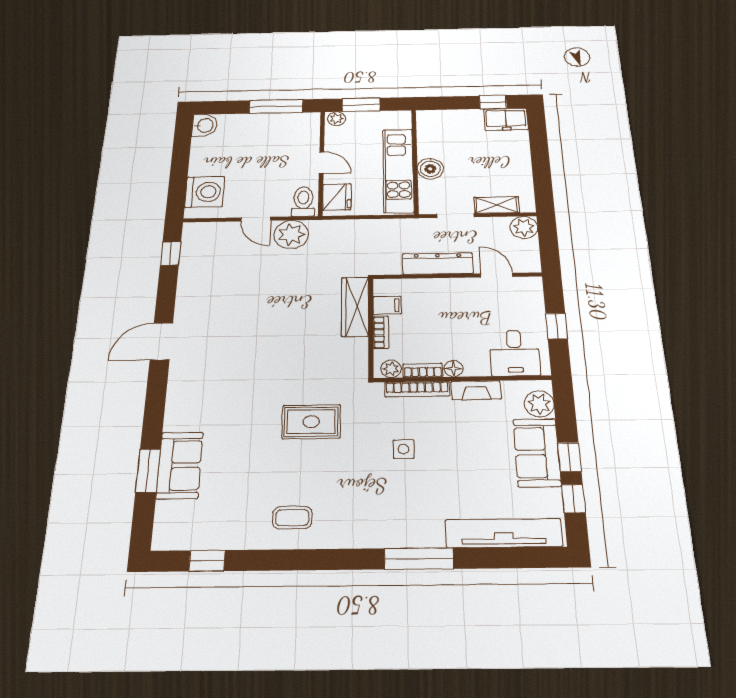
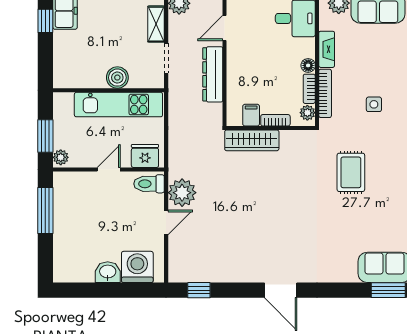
washbasin: (204, 125) -> (108, 272), moved

